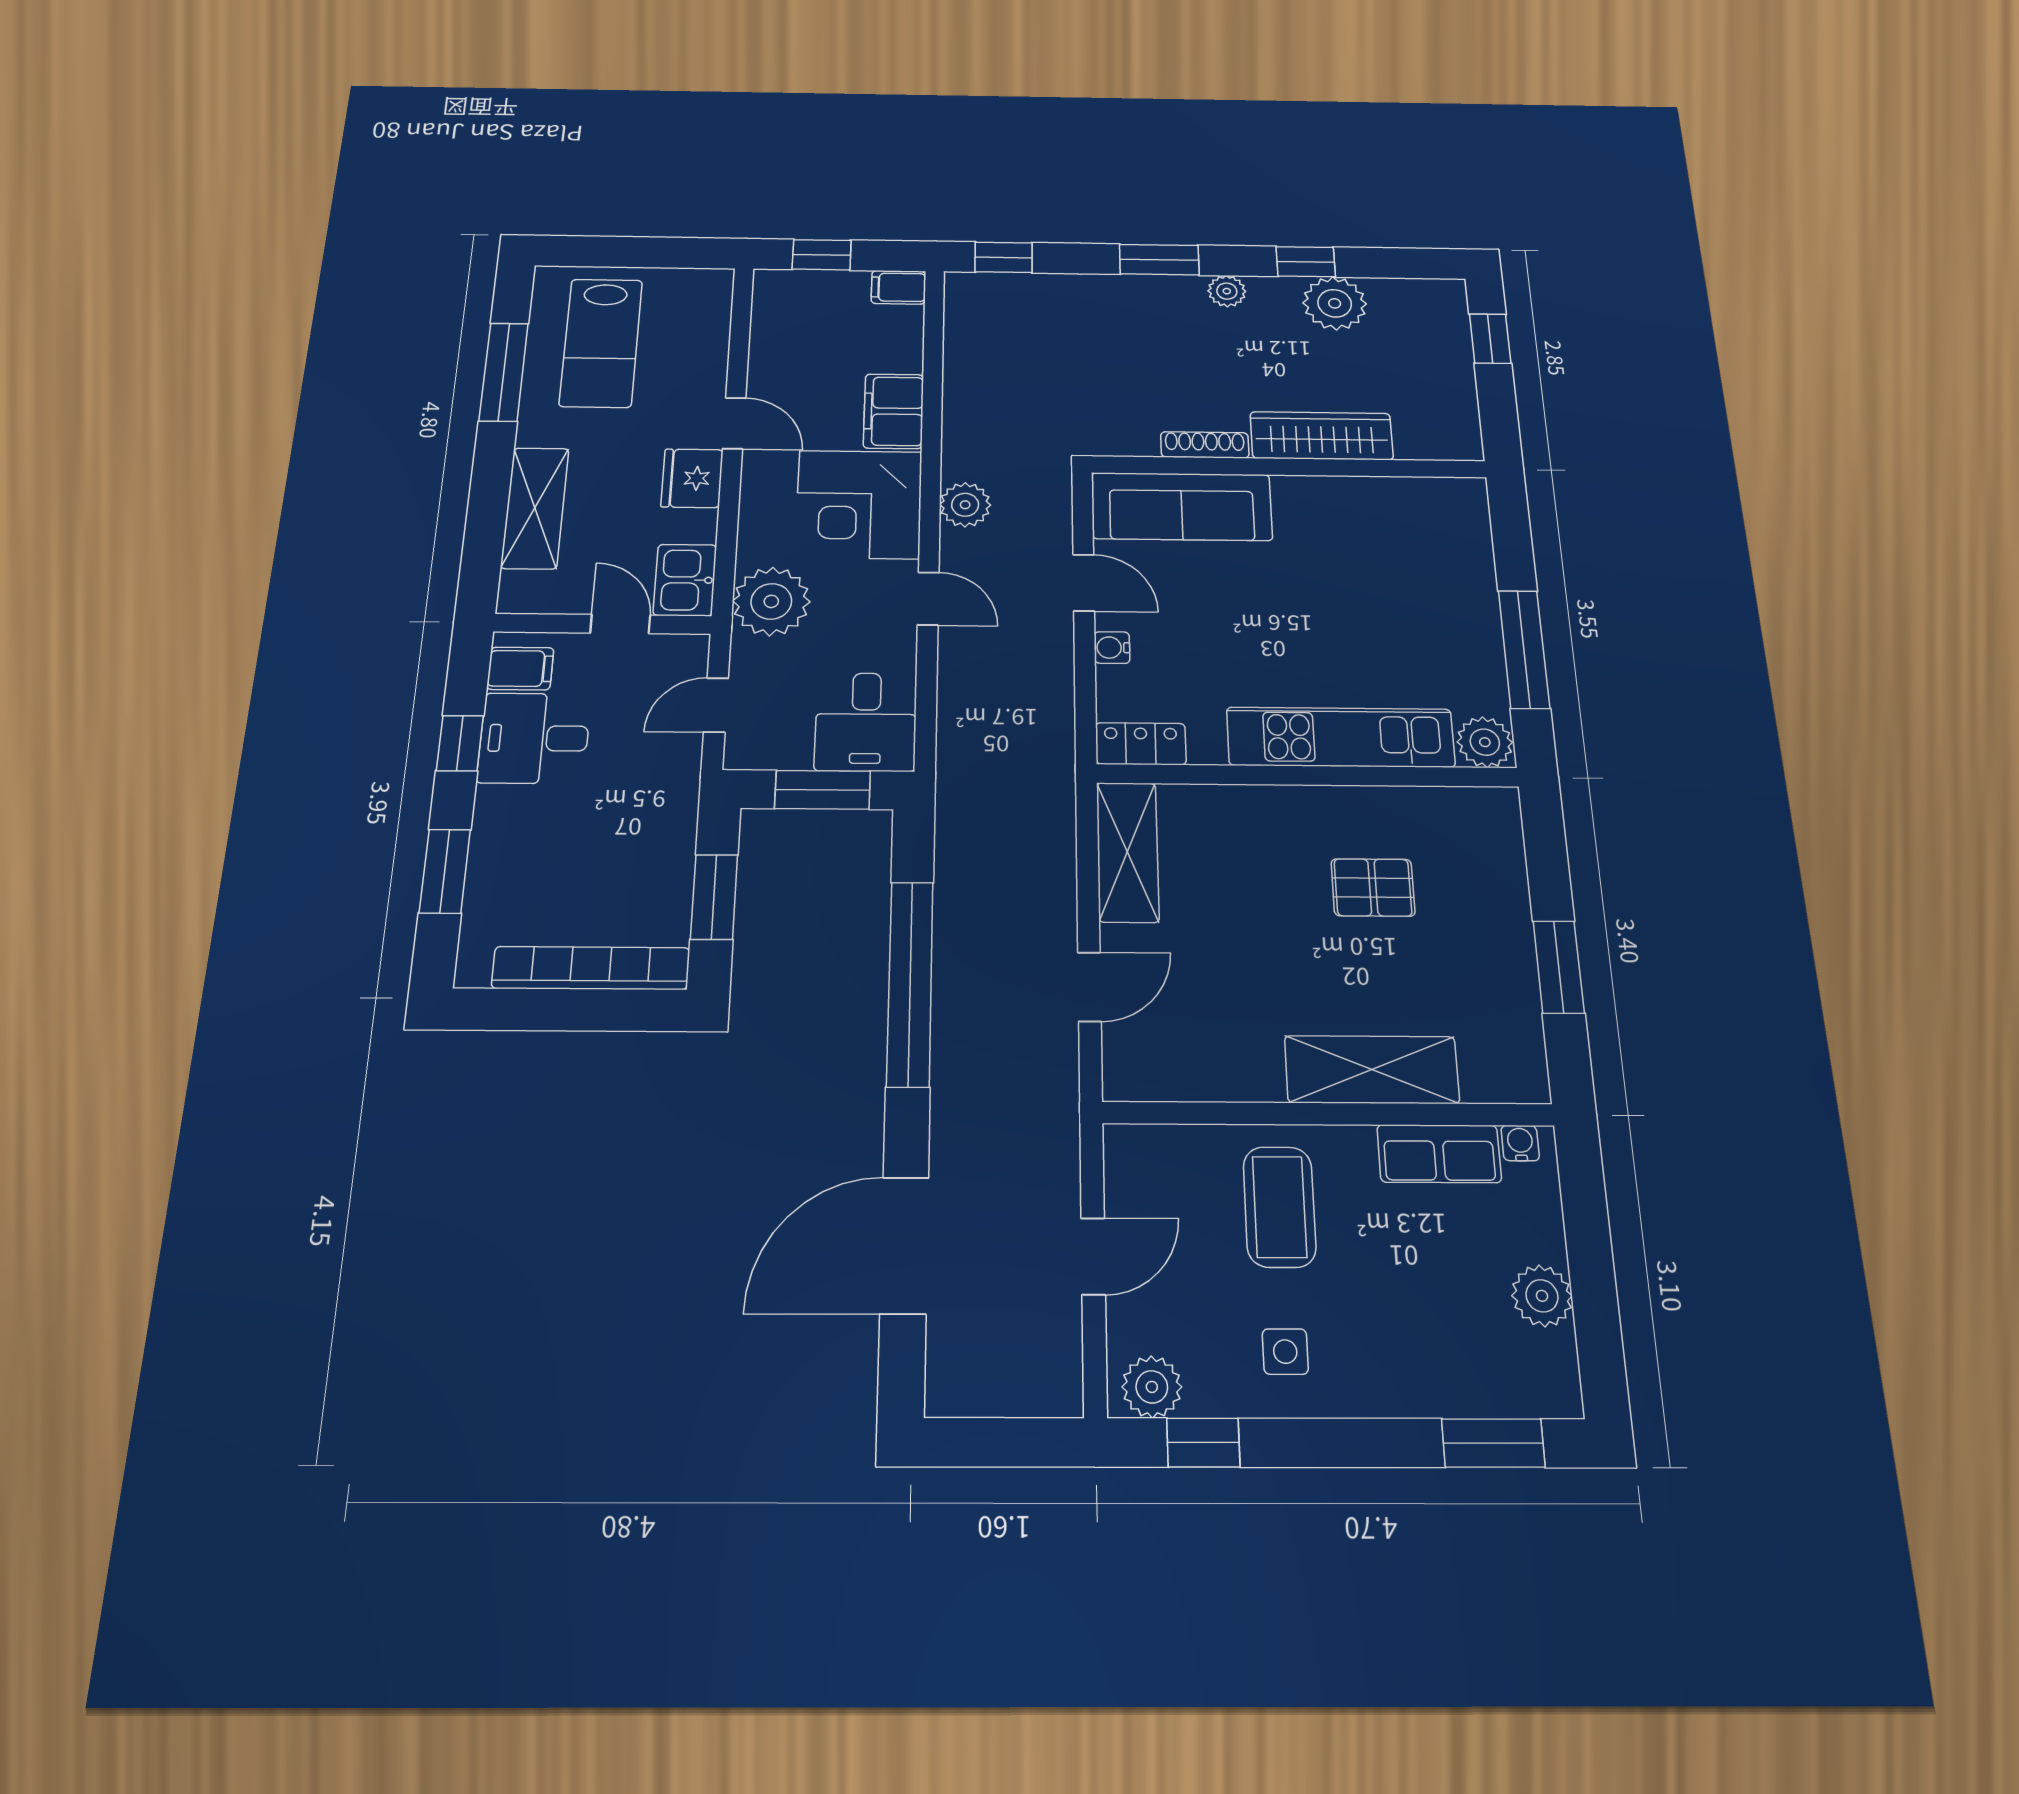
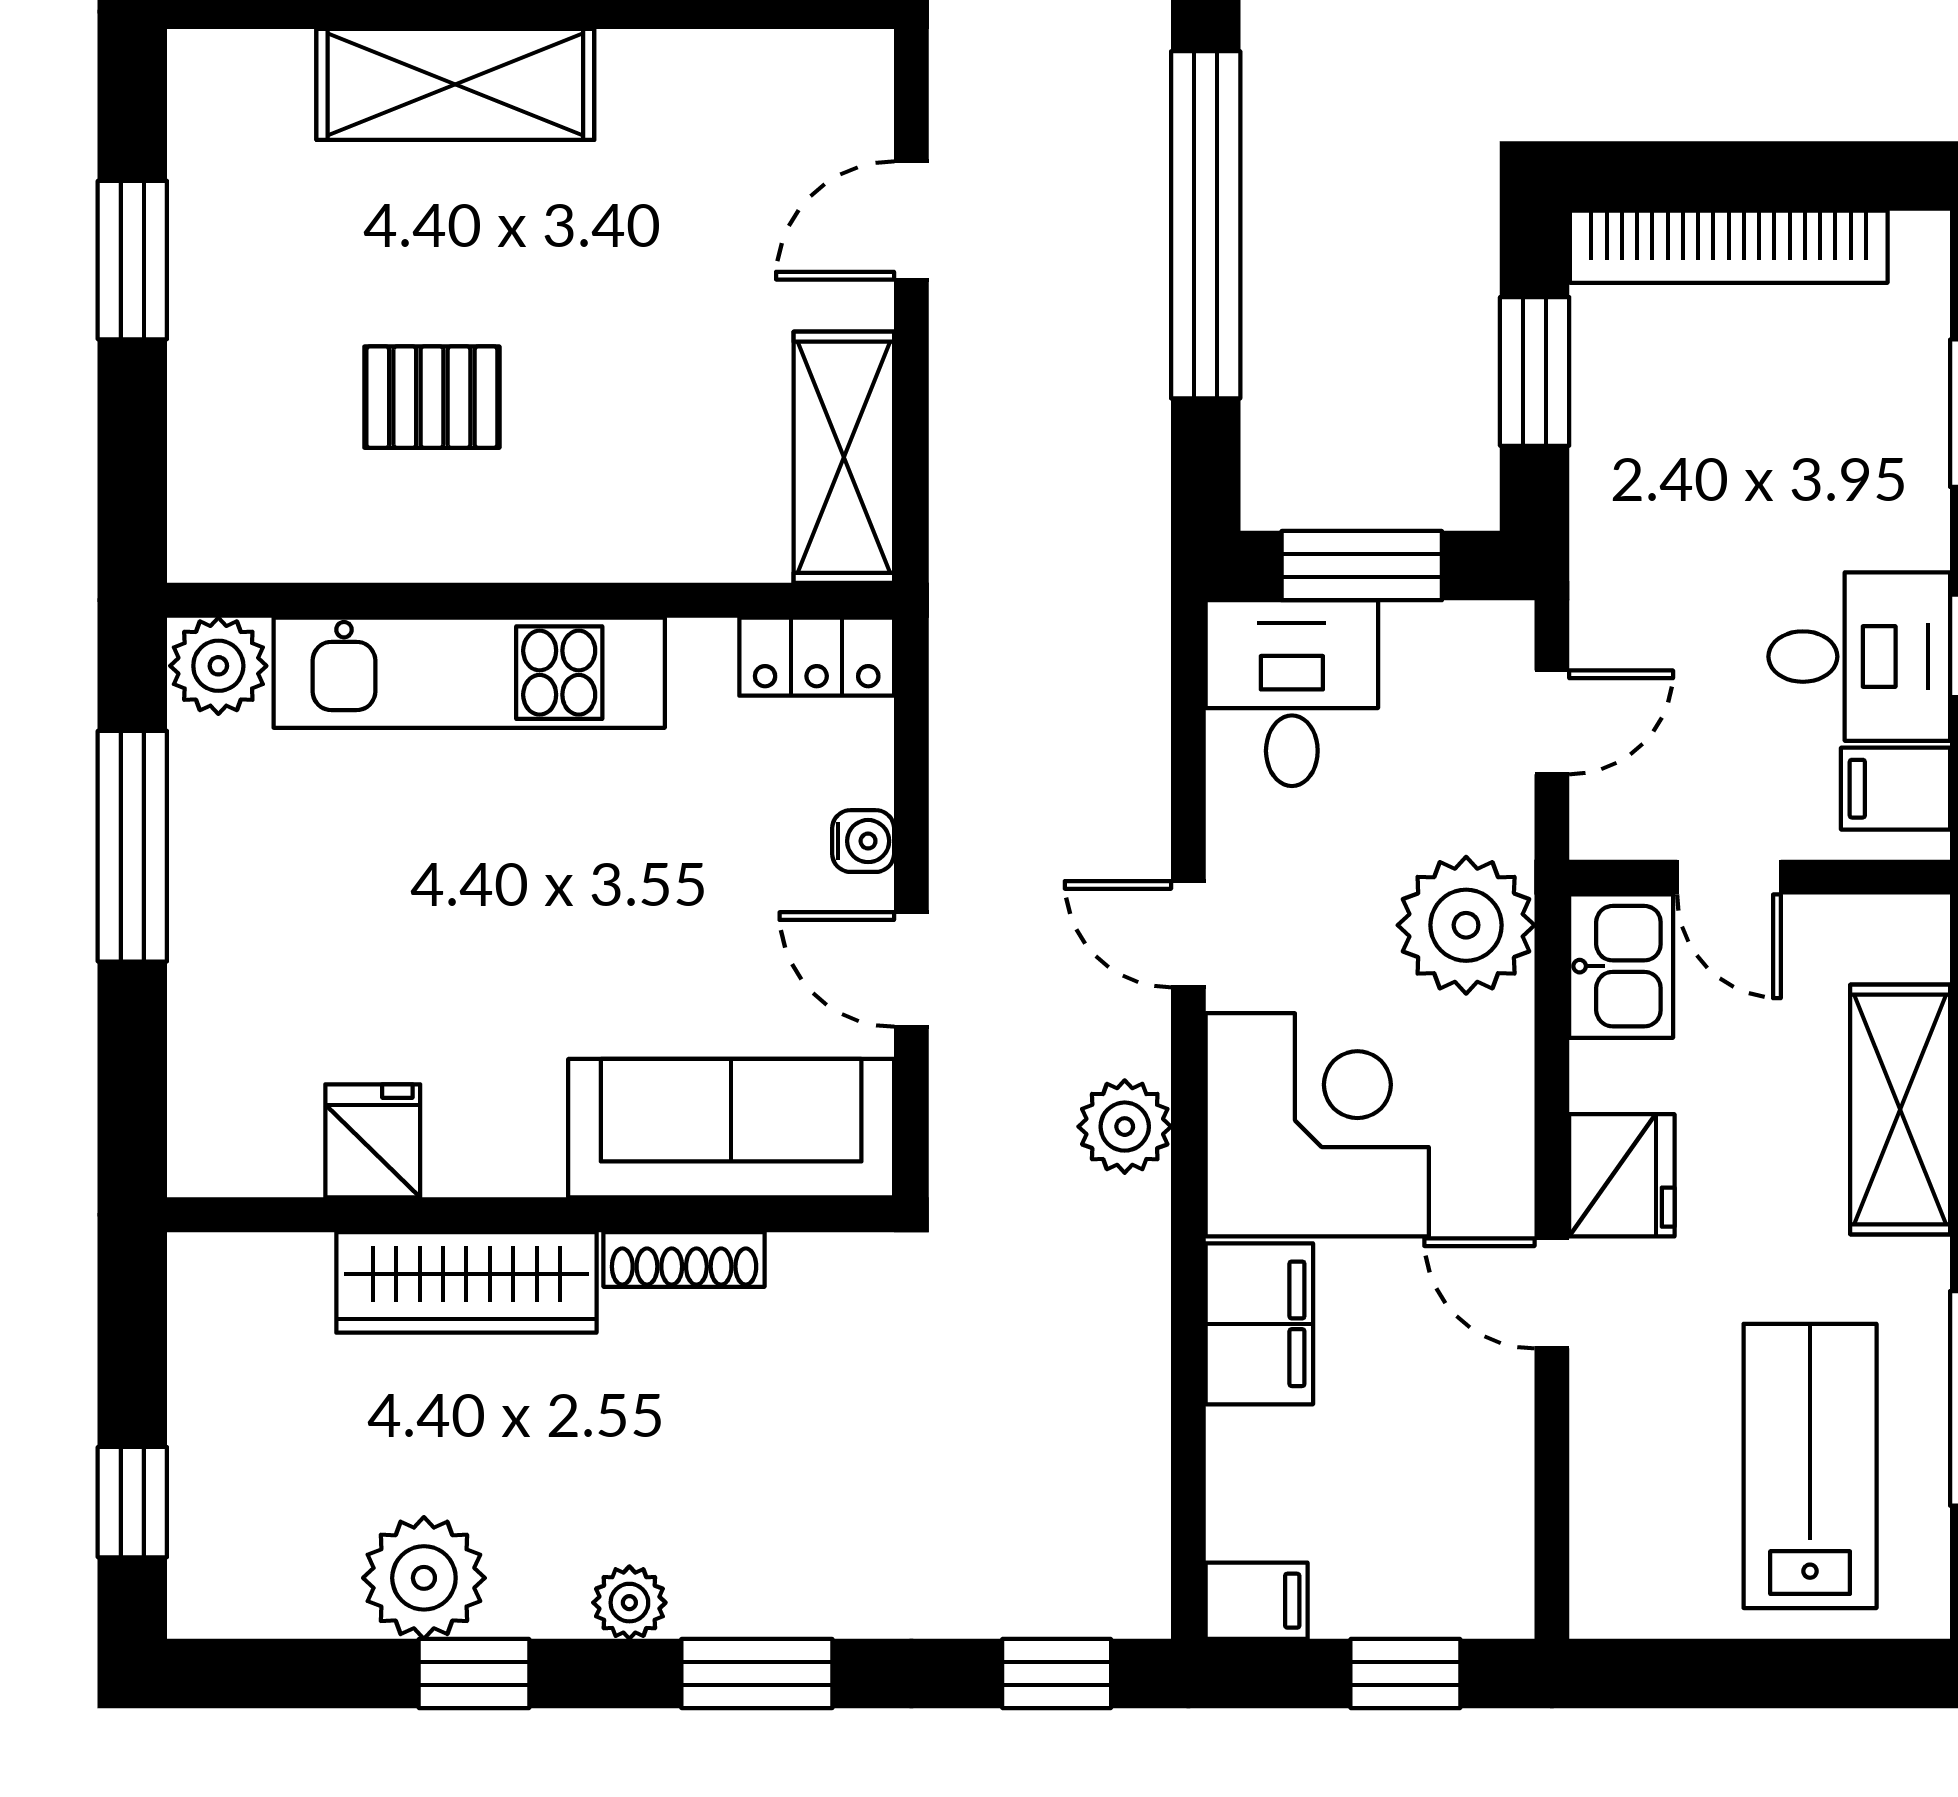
fridge: (1377, 503) -> (373, 1141), added

